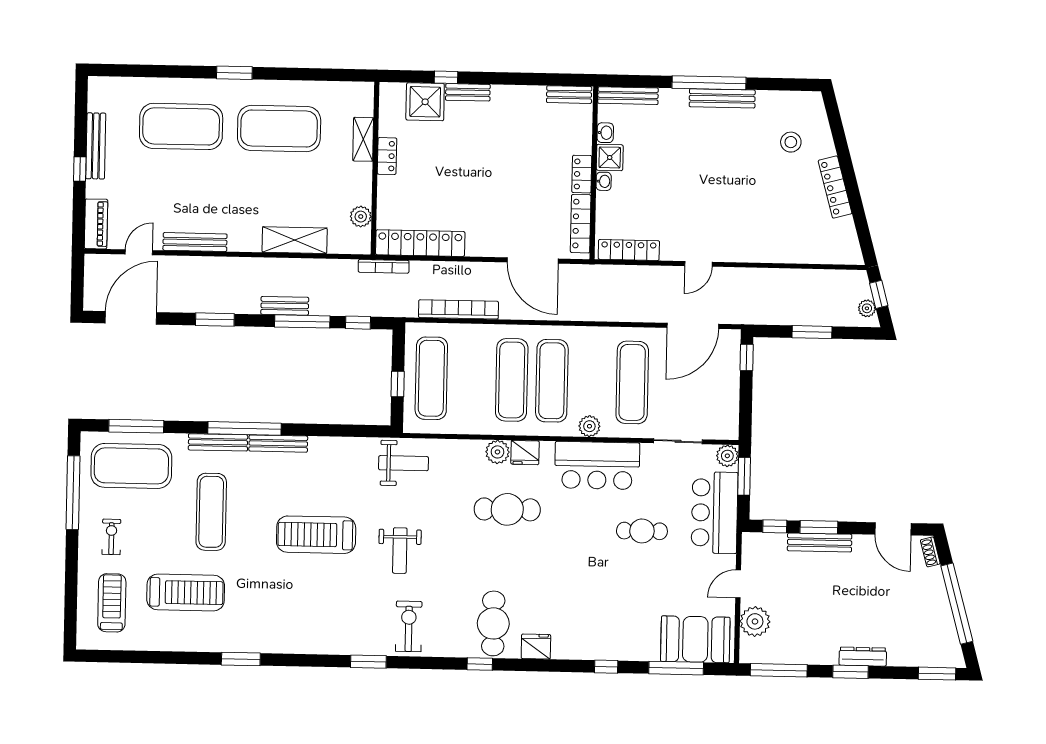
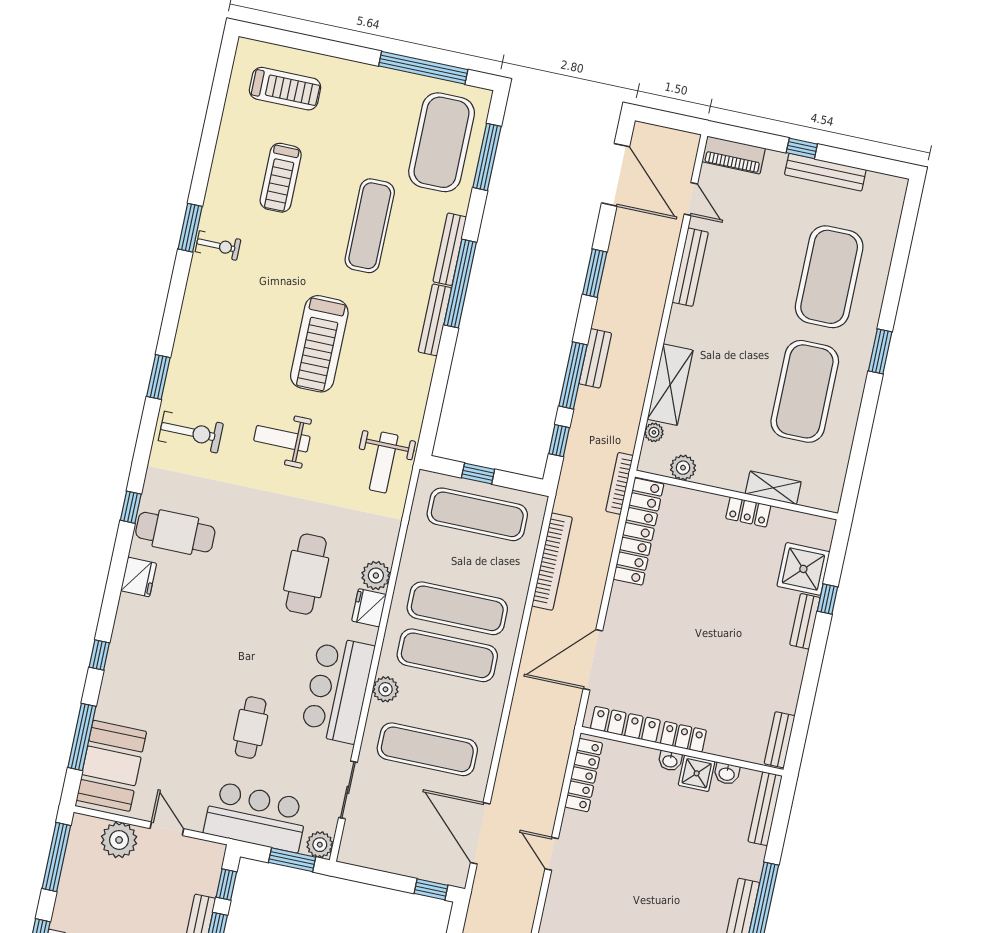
plant: (336, 246) -> (654, 432), added
exercise mat: (211, 512) -> (370, 226), turned 90
treadmill: (316, 535) -> (319, 344), turned 180
exercise bike: (111, 537) -> (218, 246), moved
treadmill: (186, 592) -> (281, 178), width x0.73, depth x0.73

